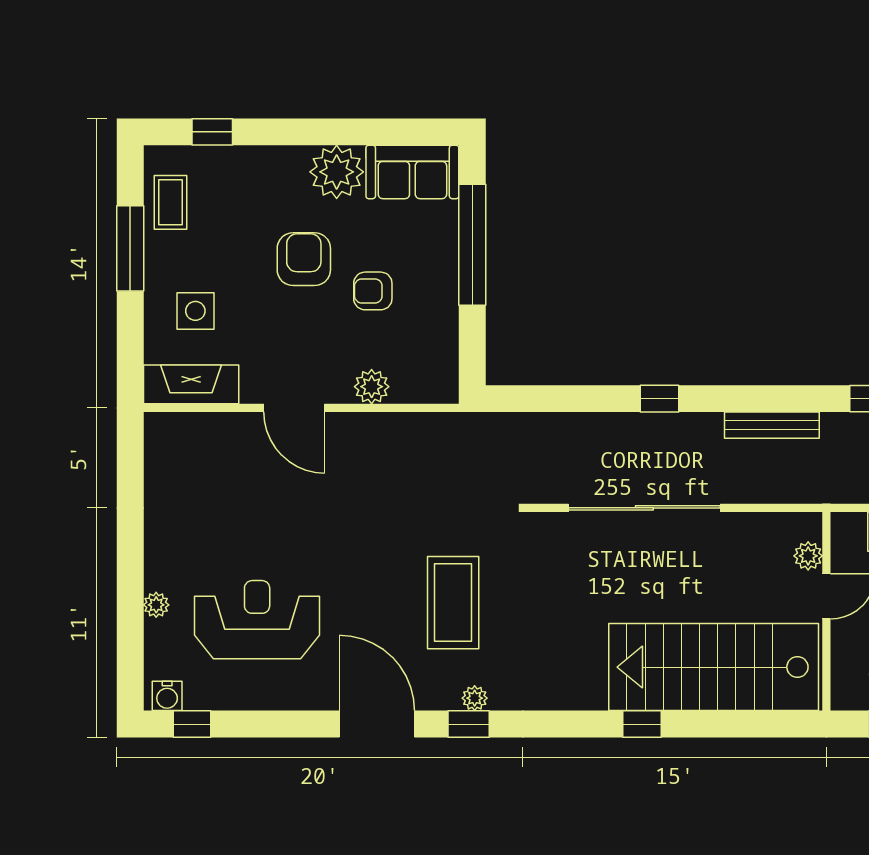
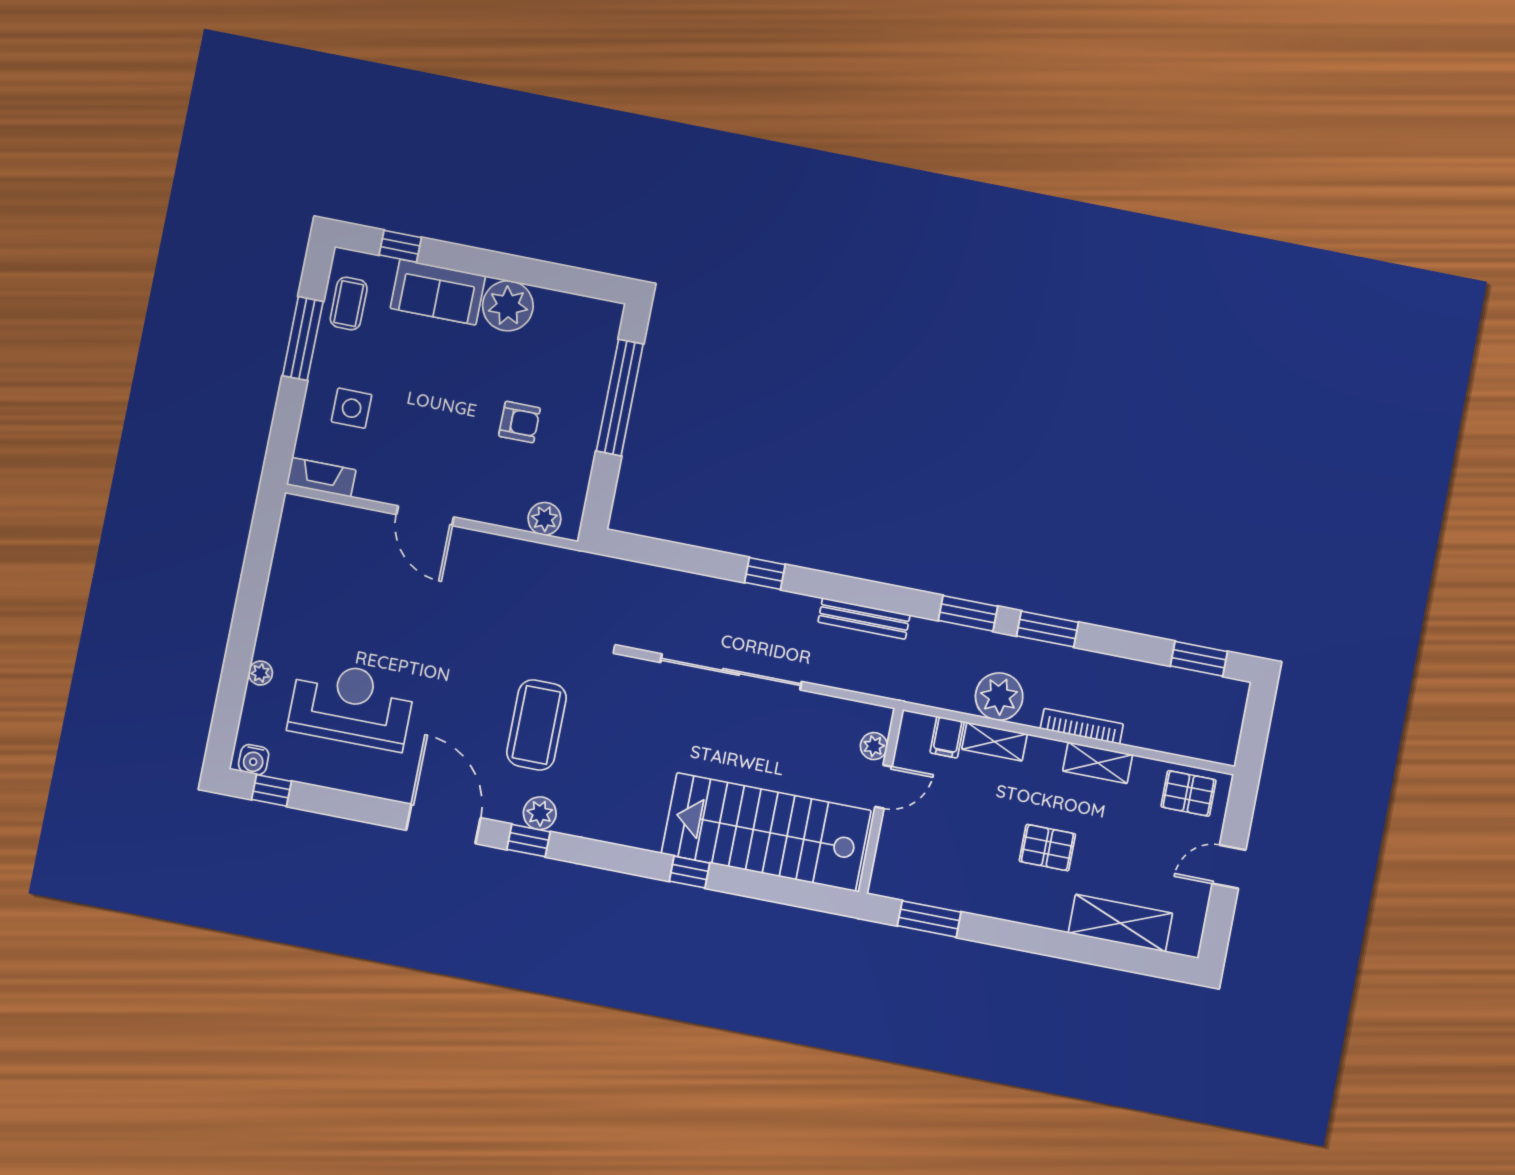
sofa: (412, 172) -> (438, 292), moved
armchair: (304, 259) -> (461, 380), removed
armchair: (373, 291) -> (519, 422), turned 180
fireplace: (191, 384) -> (321, 477), width x0.73, depth x0.76
plant: (372, 387) -> (544, 519), moved
plant: (475, 698) -> (540, 813), width x1.38, depth x1.38

